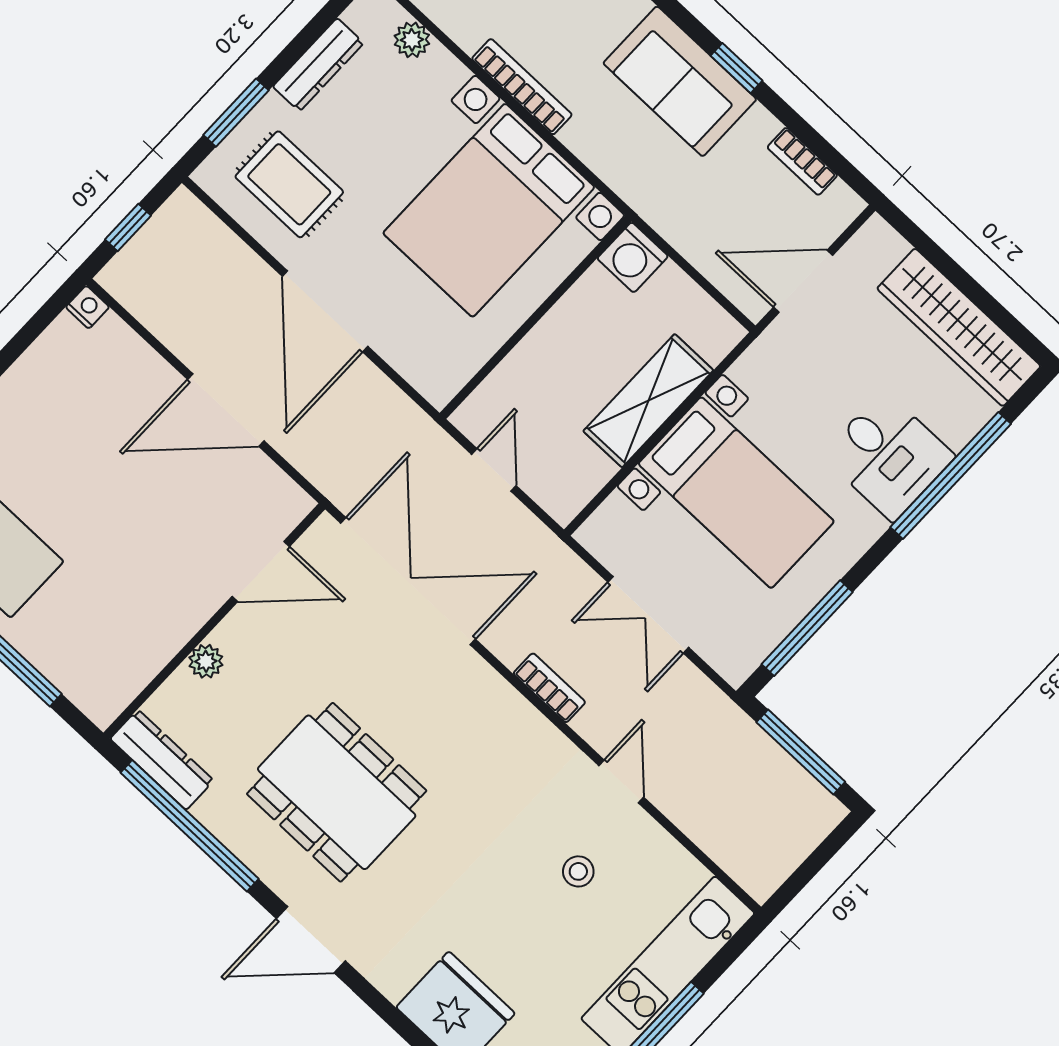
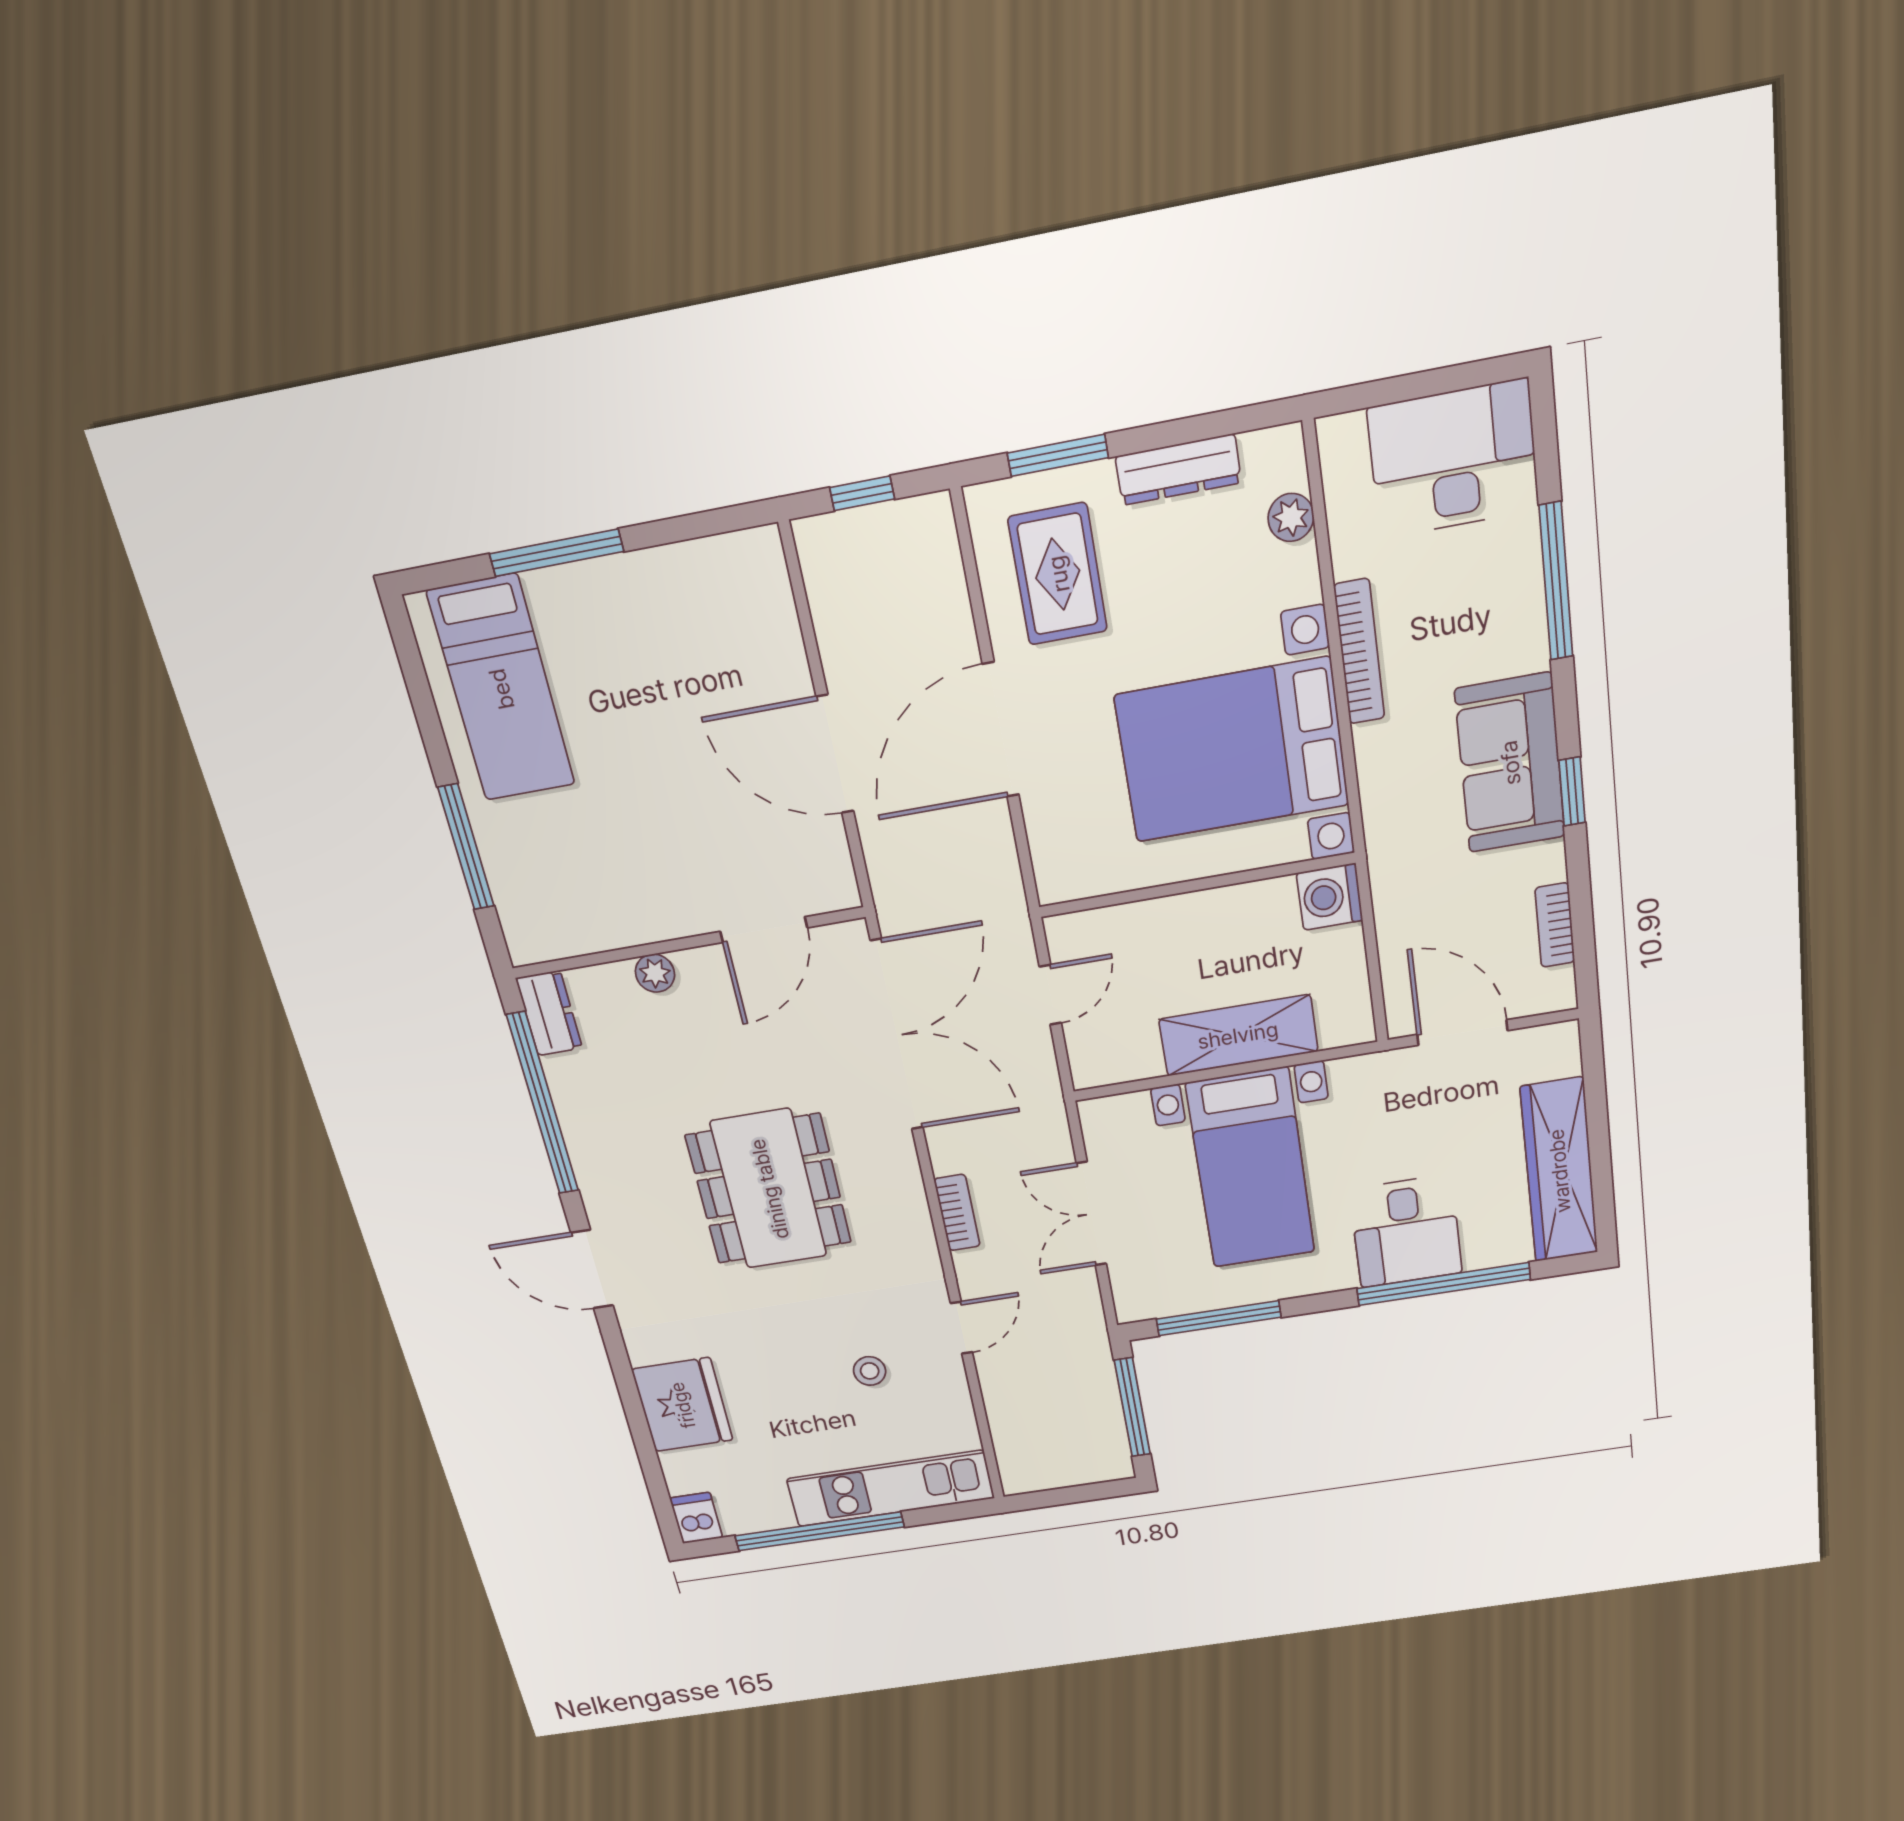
nightstand: (87, 307) -> (764, 546), removed
door: (261, 571) -> (764, 930), hinge flipped
dresser: (162, 760) -> (549, 1013), width x0.70
dining table: (337, 792) -> (769, 1189), moved

